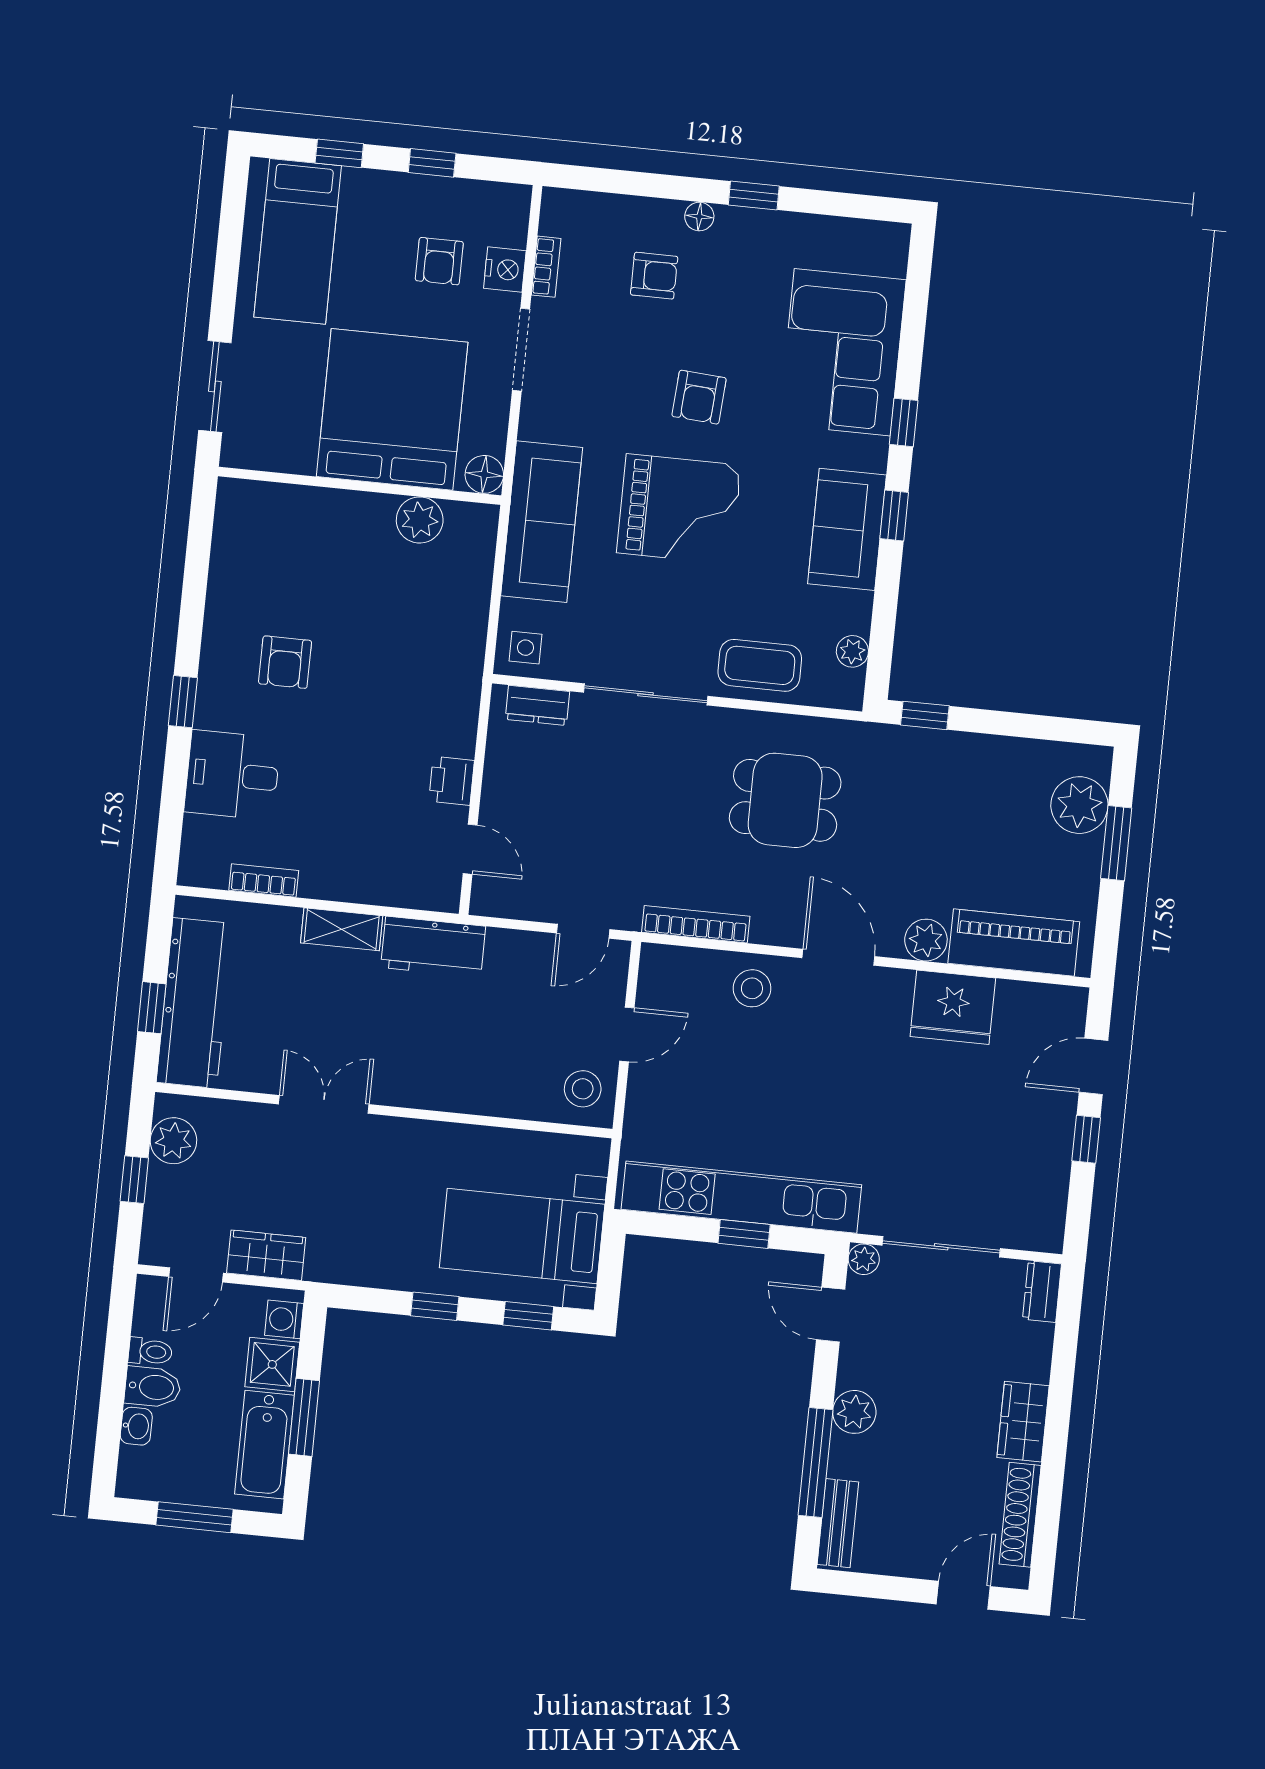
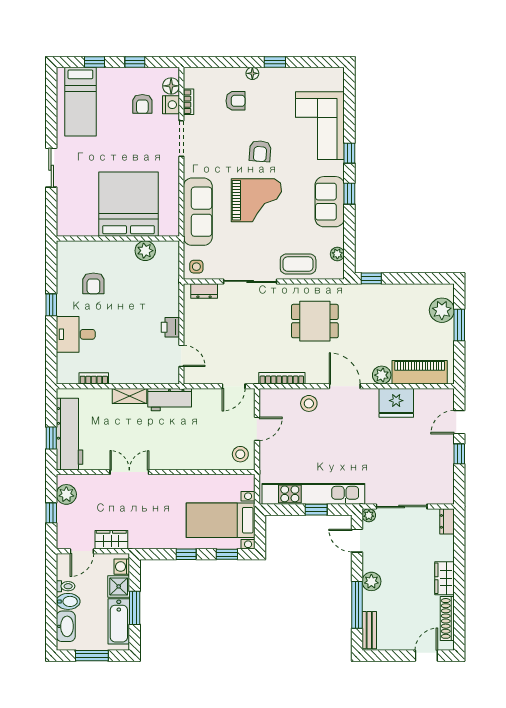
bed: (392, 409) -> (128, 204), moved
floor lamp: (484, 474) -> (171, 86), moved
wall: (360, 486) -> (118, 239), moved
plant: (420, 520) -> (145, 251), moved
washbasin: (136, 1426) -> (66, 626), width x1.91, depth x1.45

